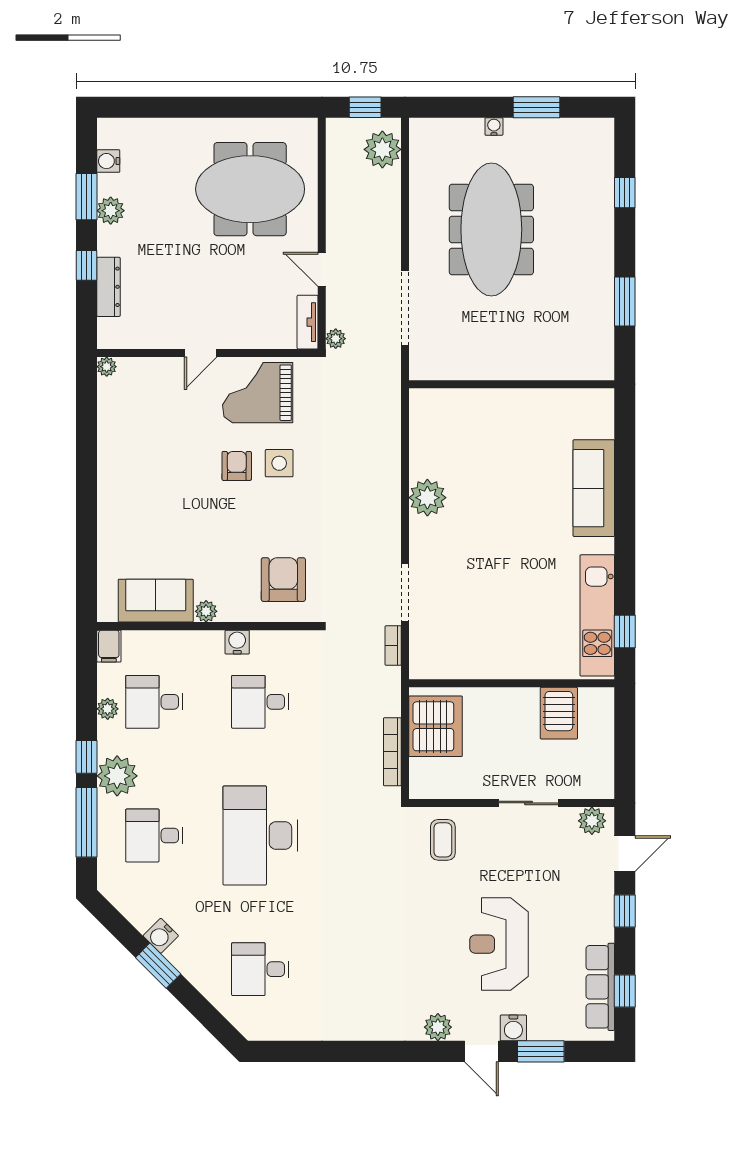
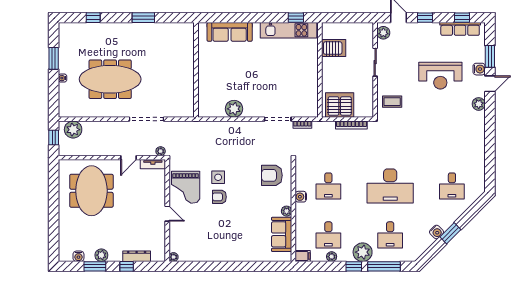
wall: (512, 384) -> (196, 70), moved

